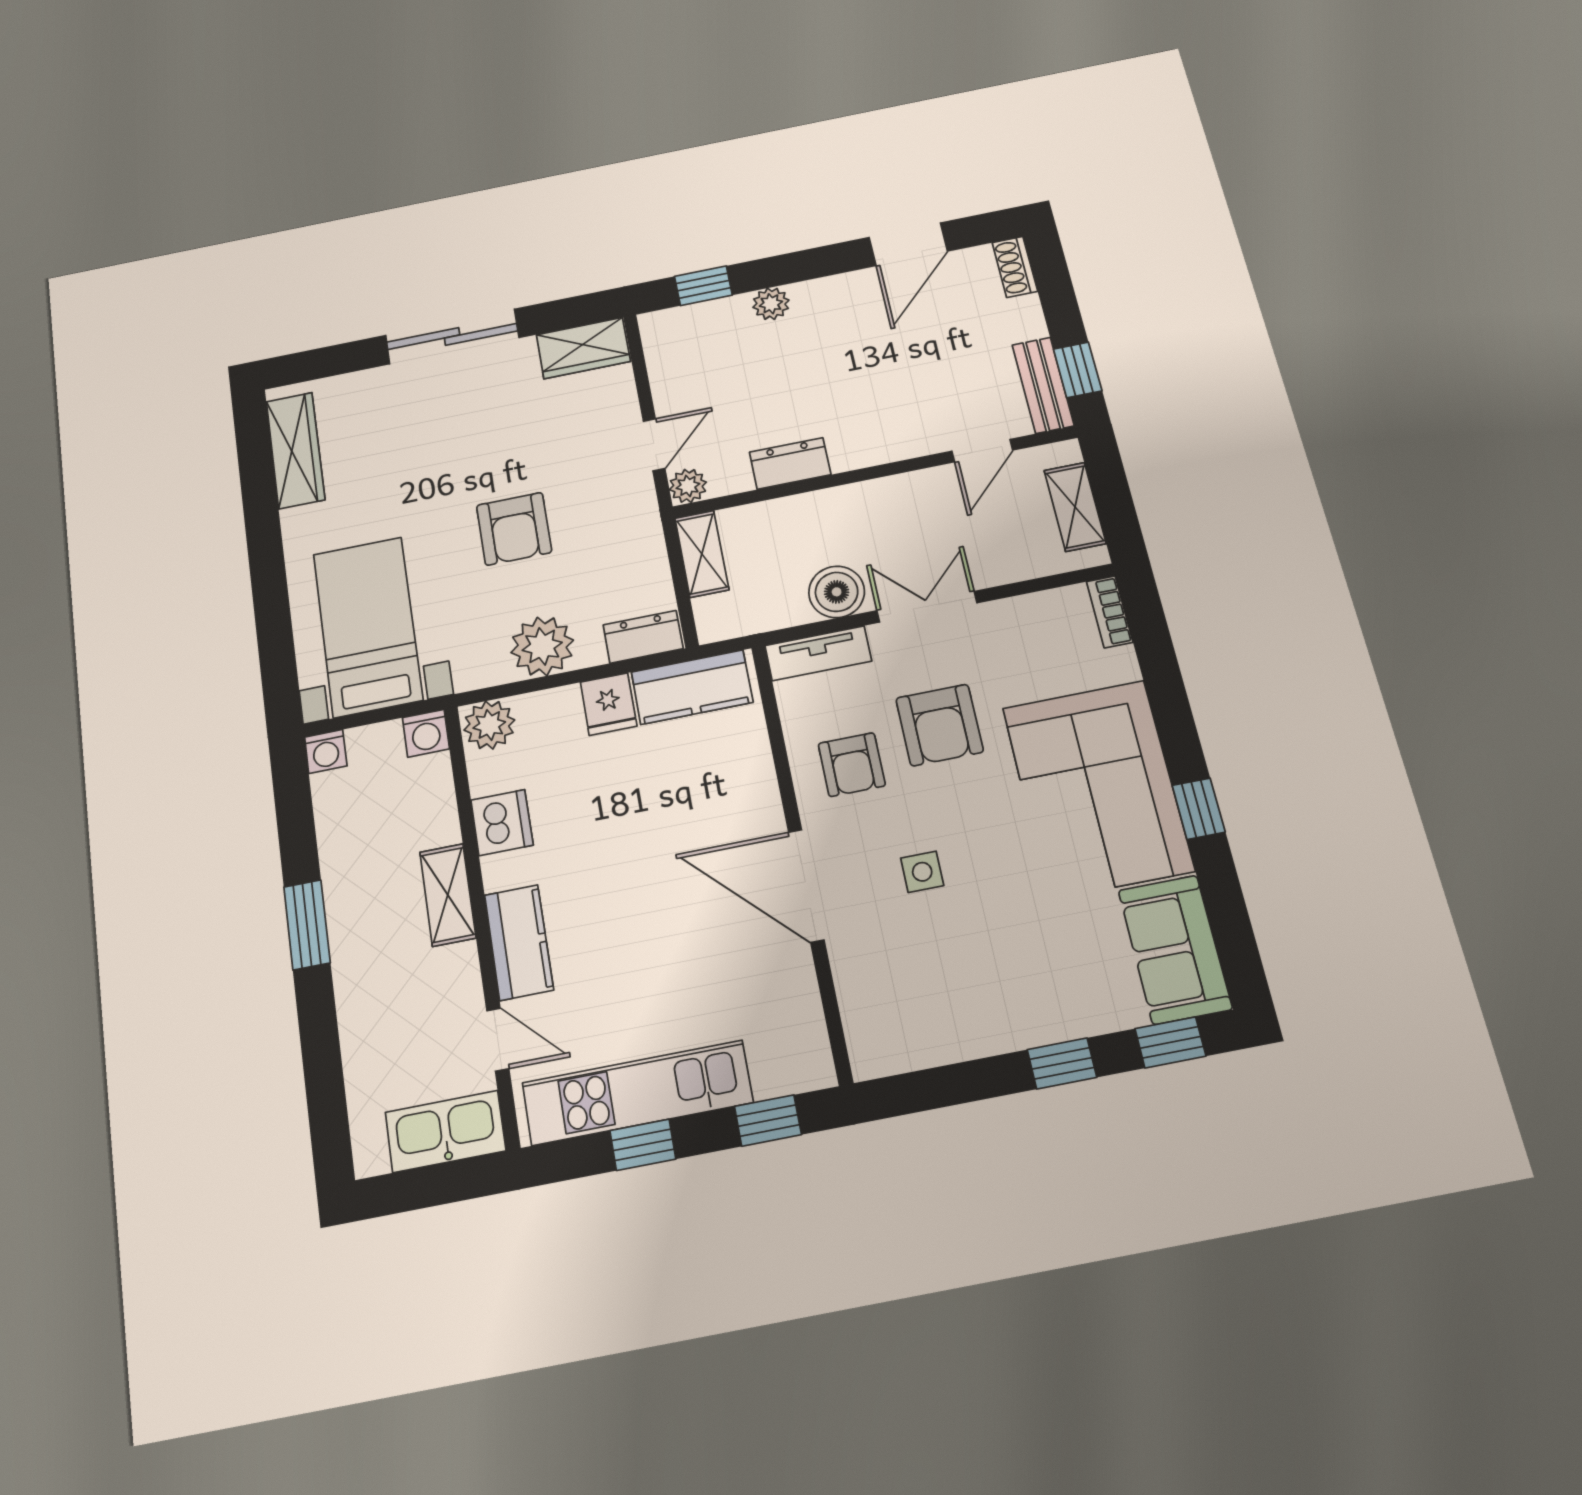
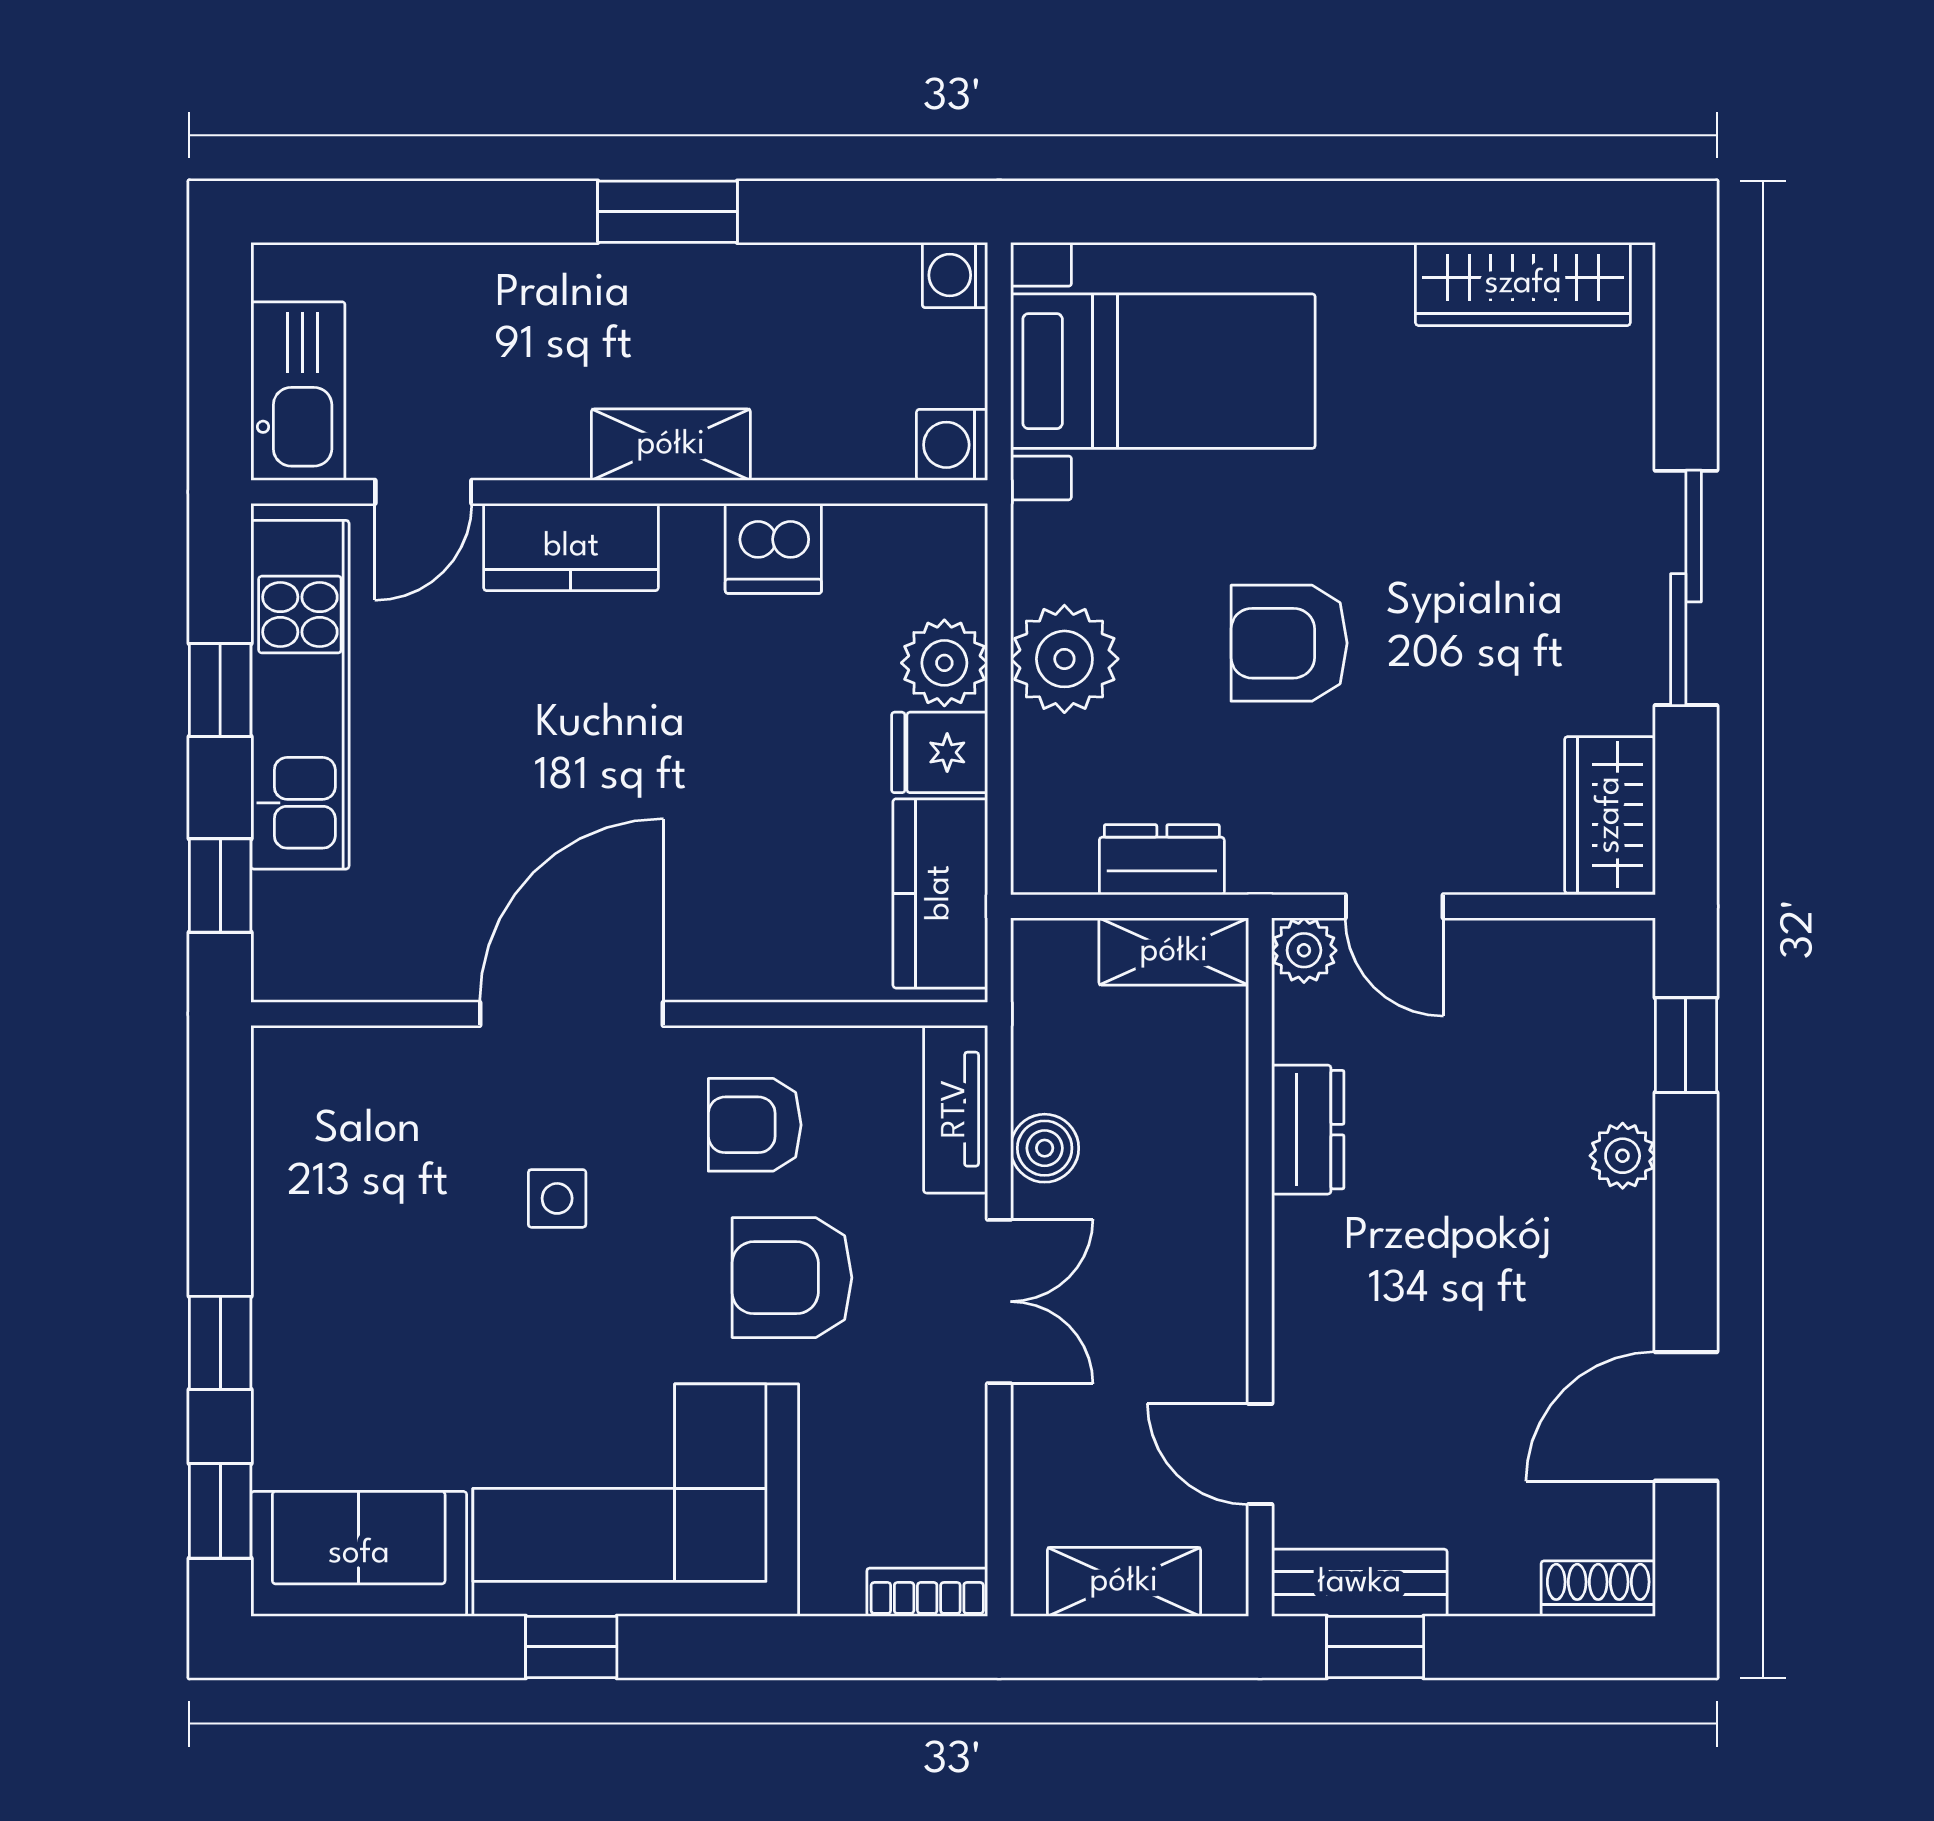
door: (908, 244) -> (1686, 1416), hinge flipped
boiler: (837, 592) -> (1045, 1148), width x0.73, depth x0.73
dresser: (643, 637) -> (1162, 860), moved, turned -90
plant: (489, 725) -> (944, 663), moved

